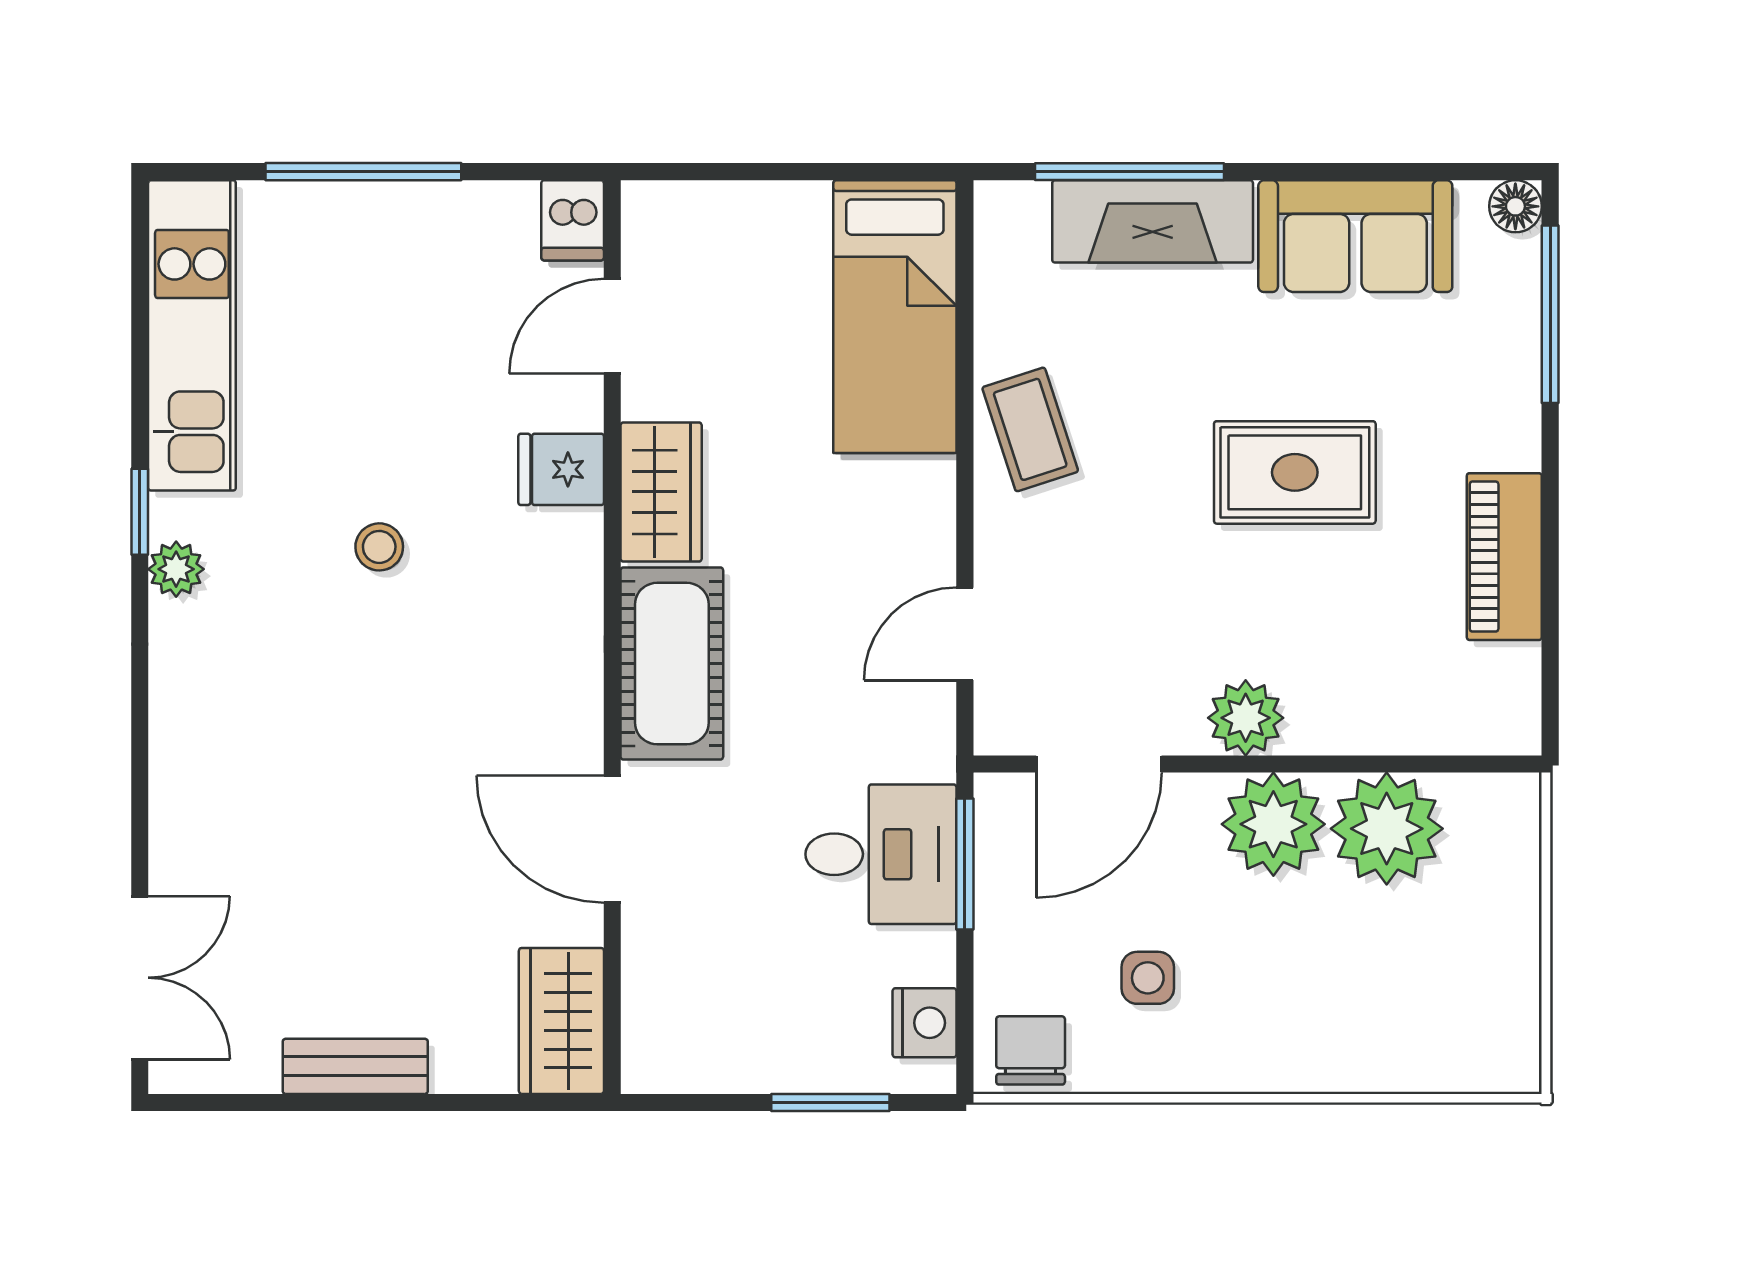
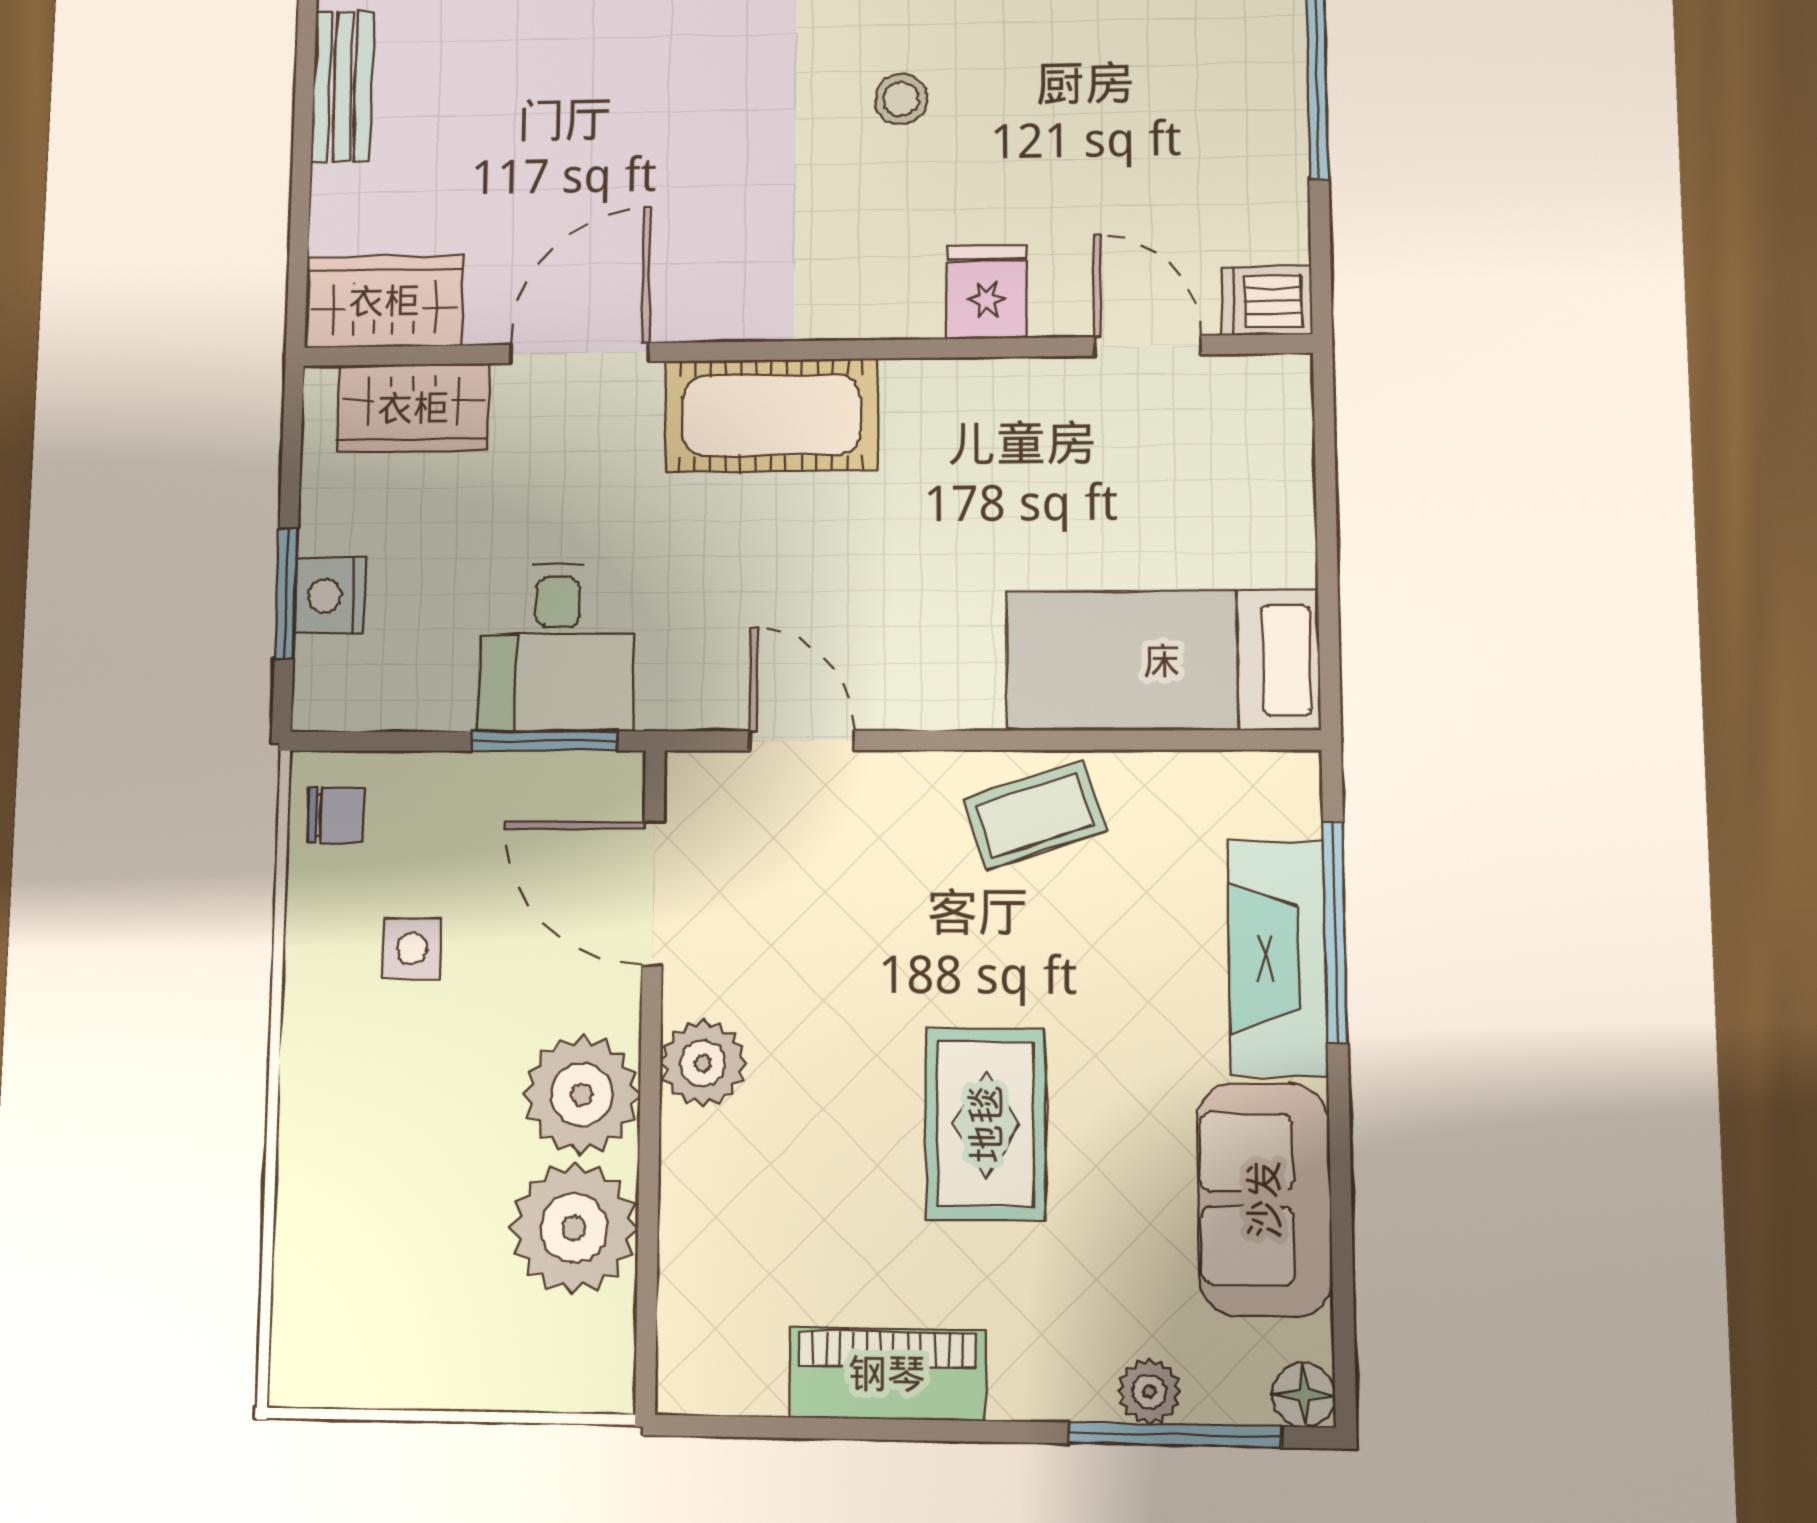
plant: (1515, 335) -> (1149, 1391), added
wardrobe: (661, 492) -> (413, 408), moved
nightstand: (925, 1023) -> (330, 596), moved, turned 90
chair: (1031, 1050) -> (336, 815), width x0.73, depth x0.73

